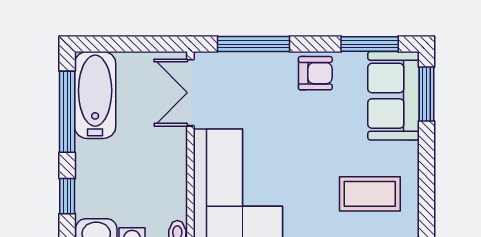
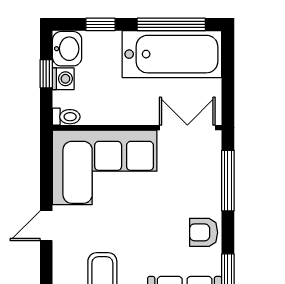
armchair: (315, 73) -> (204, 232), turned 90
bathtub: (95, 95) -> (172, 54), width x1.36, depth x1.36

